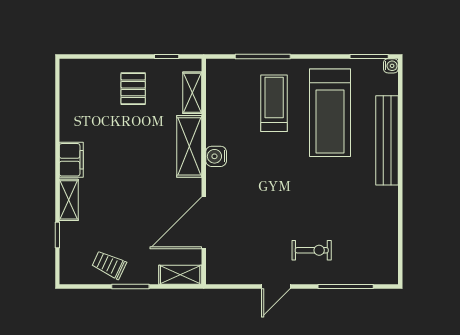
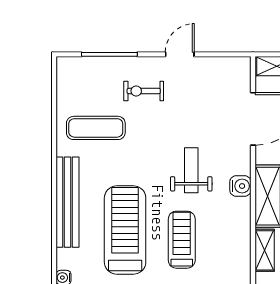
treadmill: (274, 103) -> (182, 240), turned 180
weight bench: (265, 172) -> (191, 170), added
exercise mat: (359, 214) -> (96, 128), added

